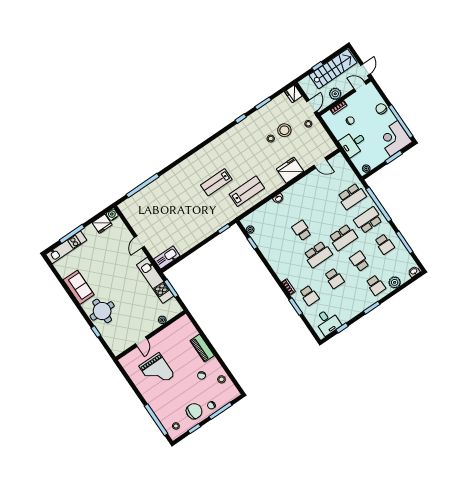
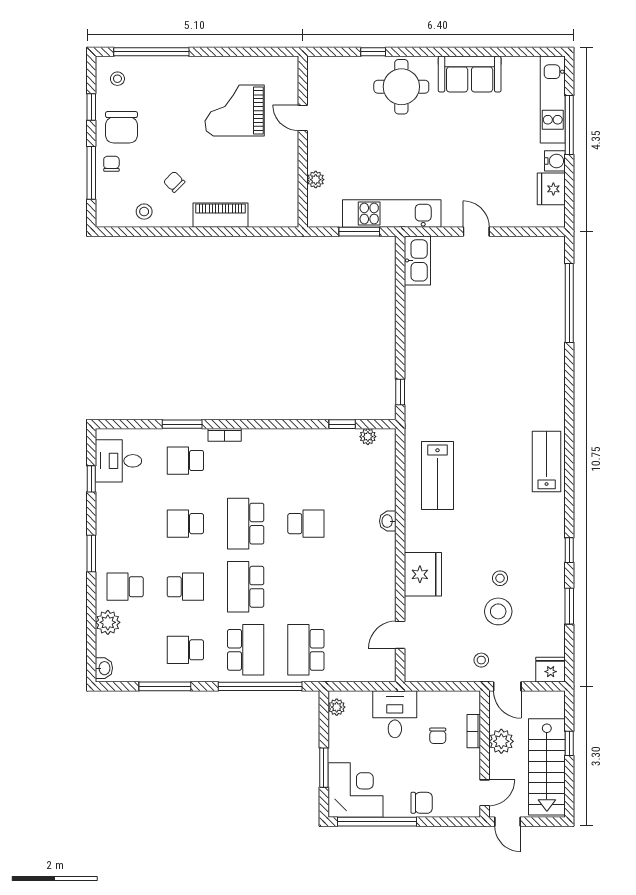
lab bench: (216, 182) -> (547, 462), moved
water cooler: (112, 215) -> (555, 161), moved

